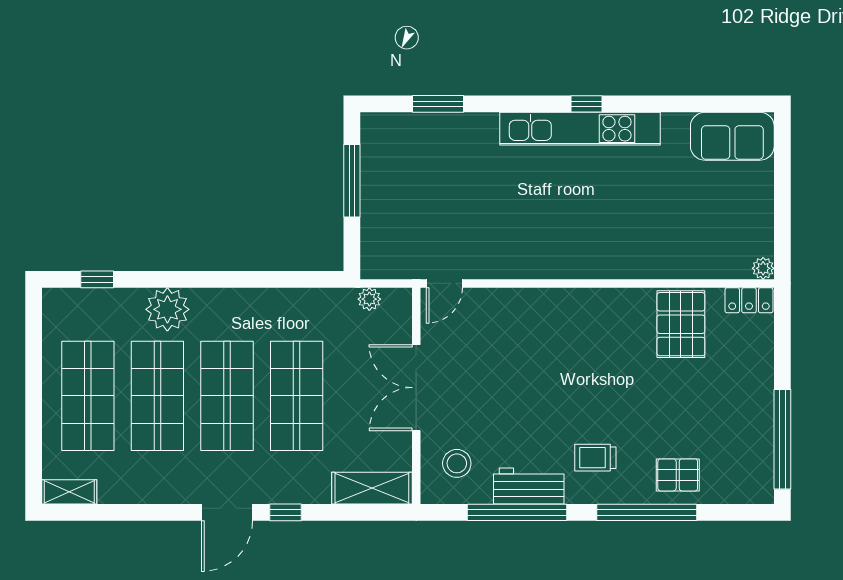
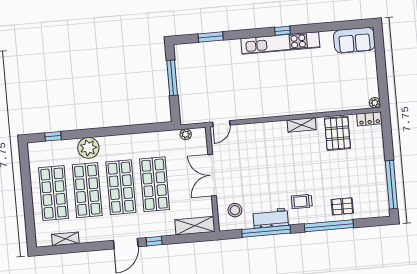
shelving: (609, 301) -> (302, 125), added
shelving: (69, 492) -> (65, 239), moved

